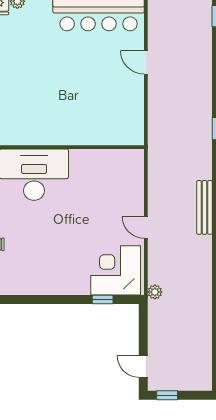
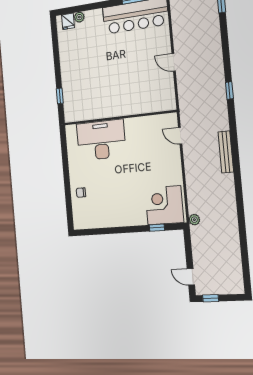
door: (146, 62) -> (174, 62), moved
door: (146, 227) -> (180, 136), moved

